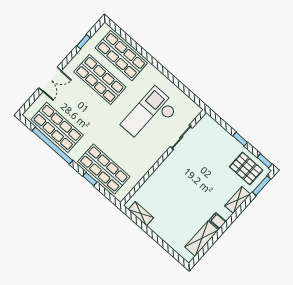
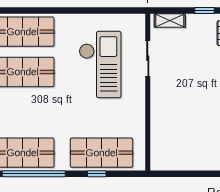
checkout: (150, 116) -> (100, 65), turned 180
shelving: (141, 214) -> (170, 21), moved

